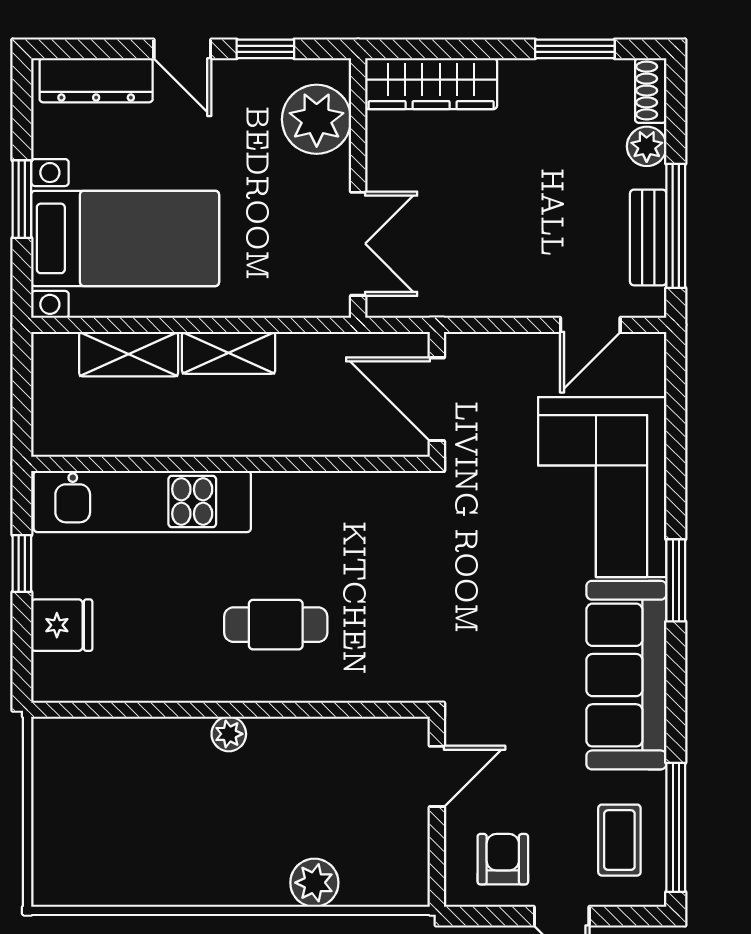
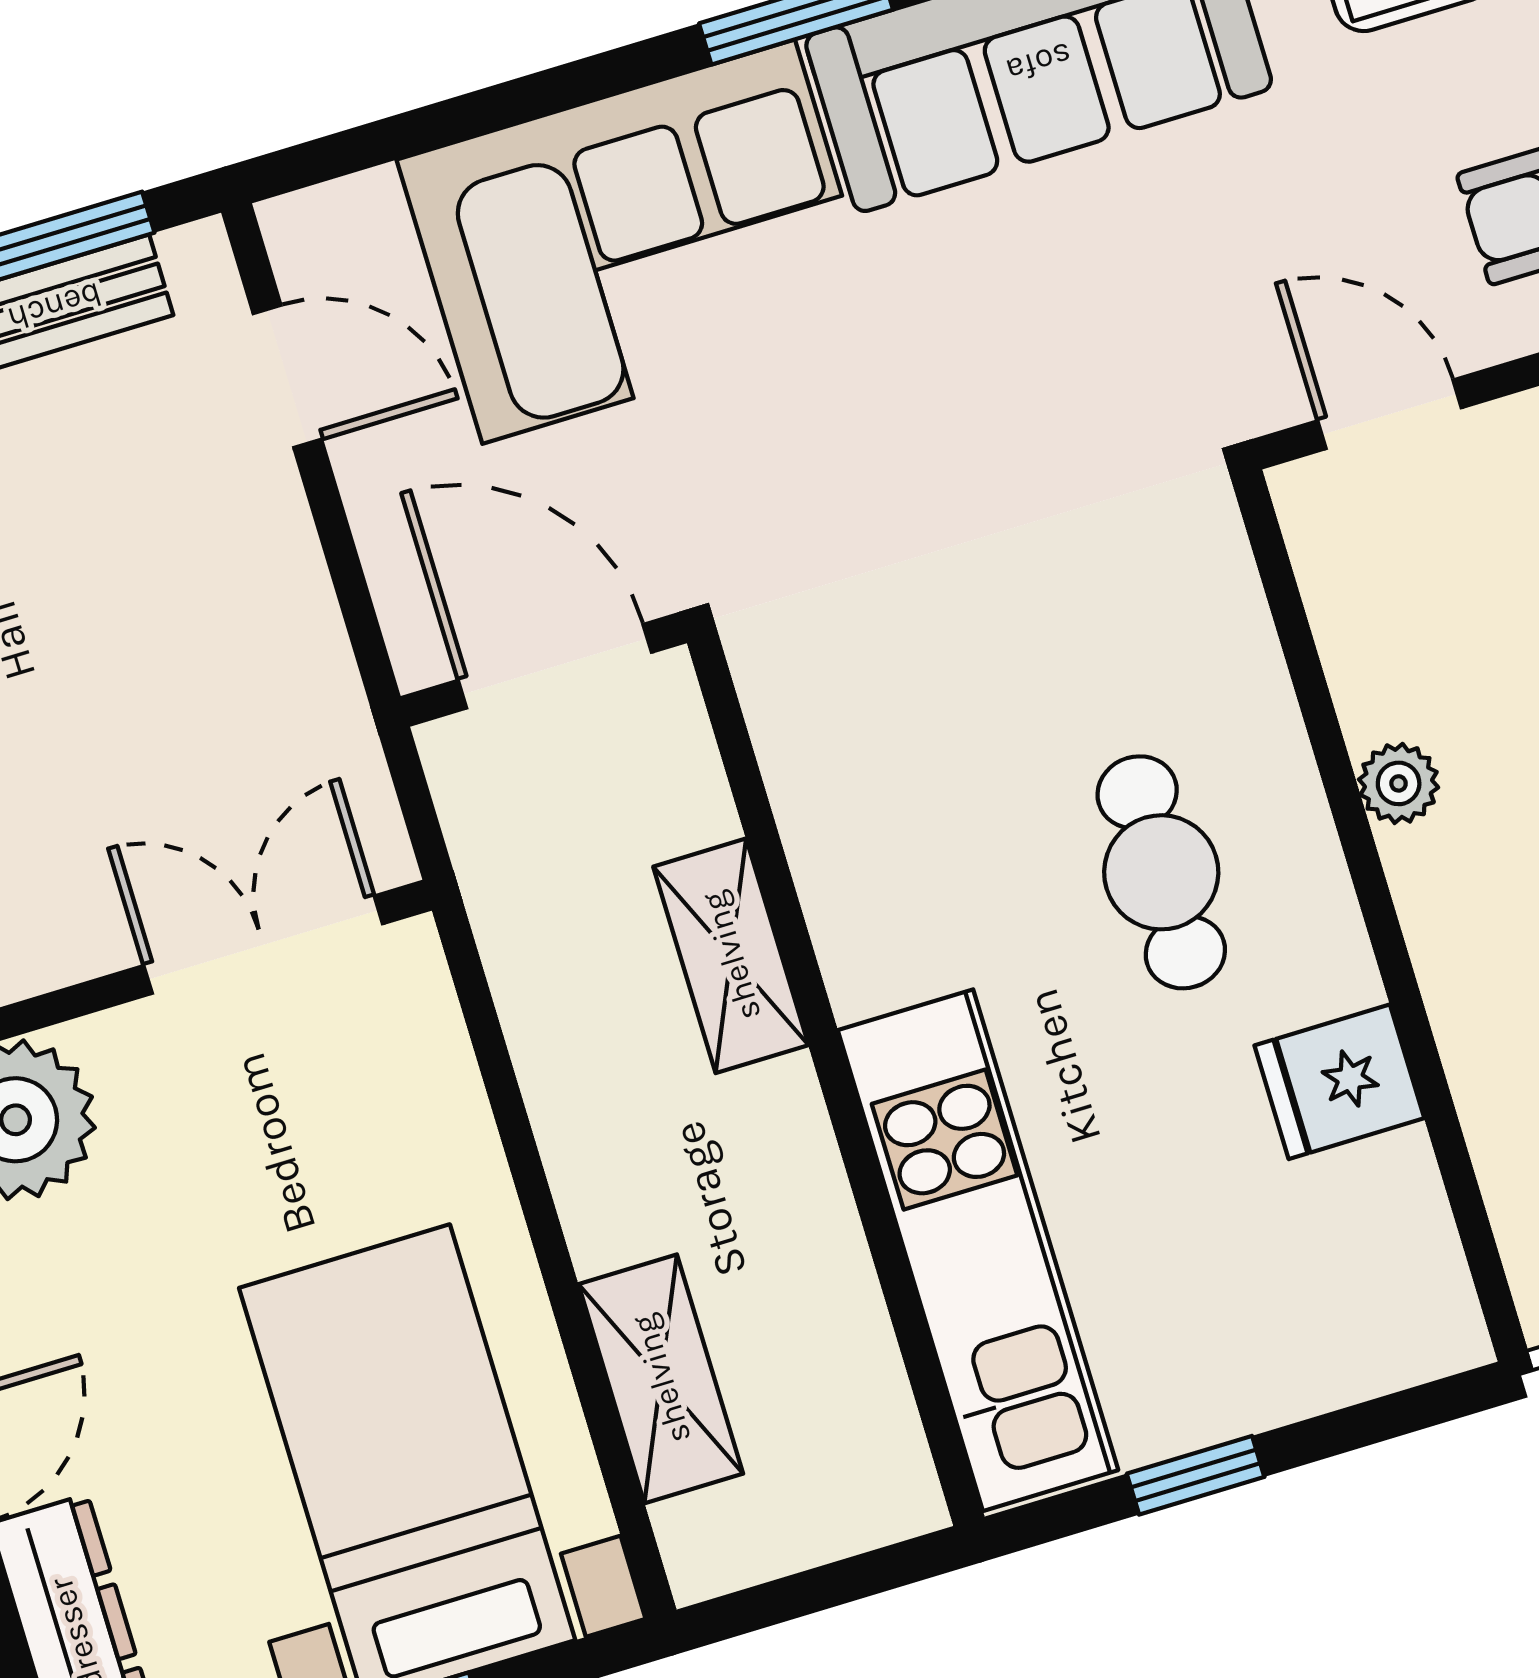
shelving: (229, 353) -> (731, 956), moved
door: (437, 399) -> (555, 666), swing flipped
fridge: (62, 625) -> (1339, 1082), moved, turned -90
plant: (229, 734) -> (1399, 783), moved

